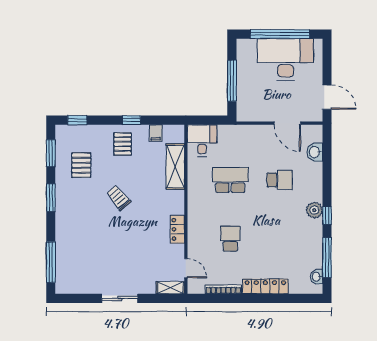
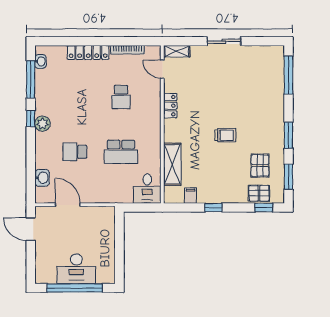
desk: (286, 59) -> (76, 269), width x0.73, depth x0.77
window: (232, 81) -> (119, 245), removed
pallet: (123, 144) -> (259, 193), moved, turned 90
trolley: (119, 198) -> (225, 135), turned -50

